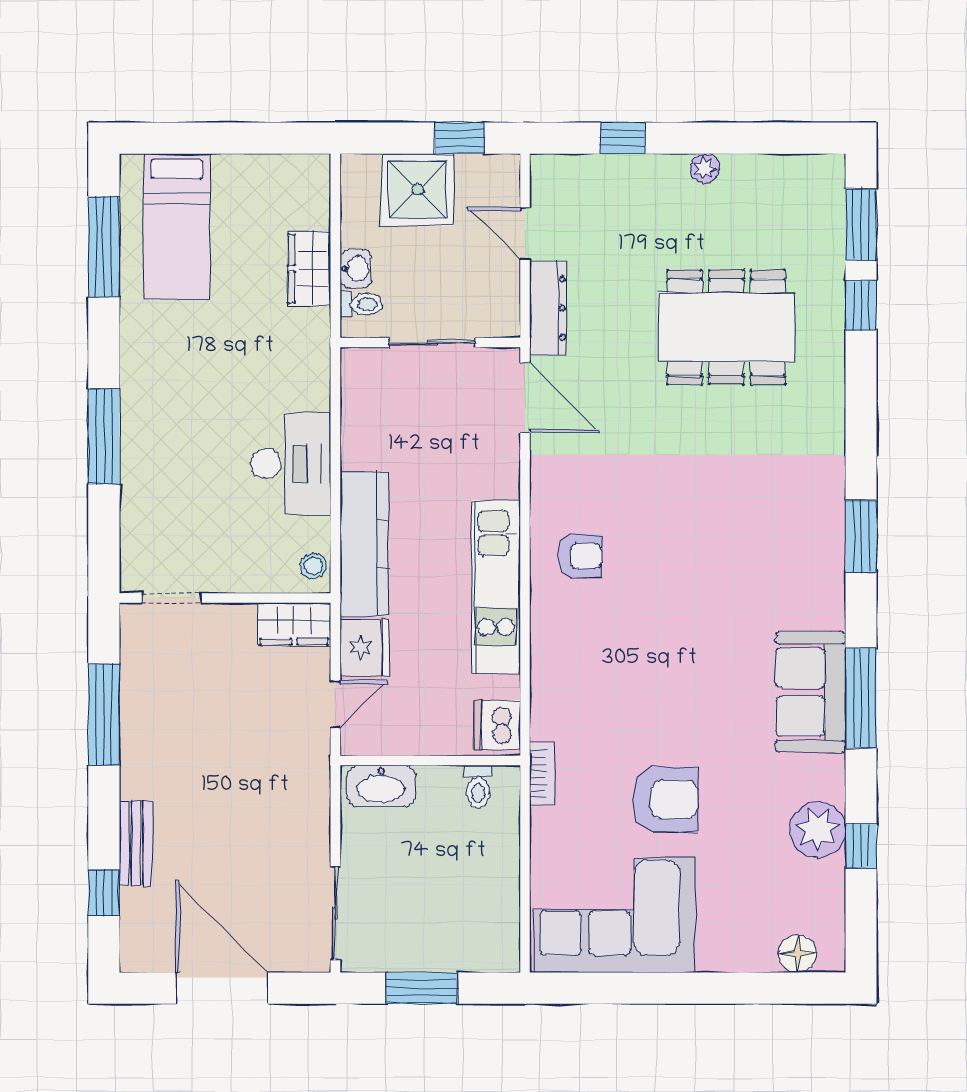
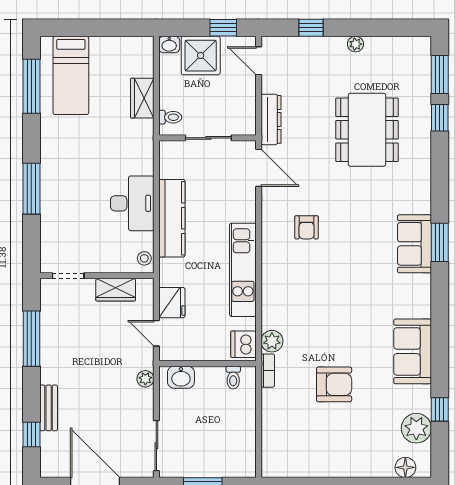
door: (525, 234) -> (259, 61), moved
washbasin: (356, 269) -> (169, 45), moved, turned 90
dining table: (726, 327) -> (367, 130), turned 90
sofa: (814, 539) -> (414, 244), added
kitchen counter: (364, 544) -> (172, 218), moved
armchair: (580, 556) -> (307, 227), moved, turned 90
wardrobe: (294, 624) -> (116, 290), moved
sofa: (811, 692) -> (413, 351), moved
window: (861, 698) -> (440, 329), removed
door: (335, 705) -> (156, 333), swing flipped
plant: (550, 719) -> (272, 341), added
washbasin: (381, 786) -> (181, 377), width x0.72
plant: (315, 789) -> (145, 379), added
plant: (818, 829) -> (416, 428), moved
corner sofa: (615, 915) -> (307, 447), removed

